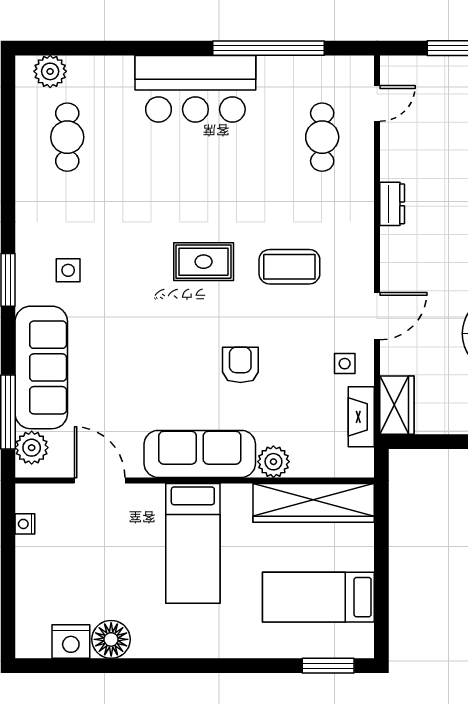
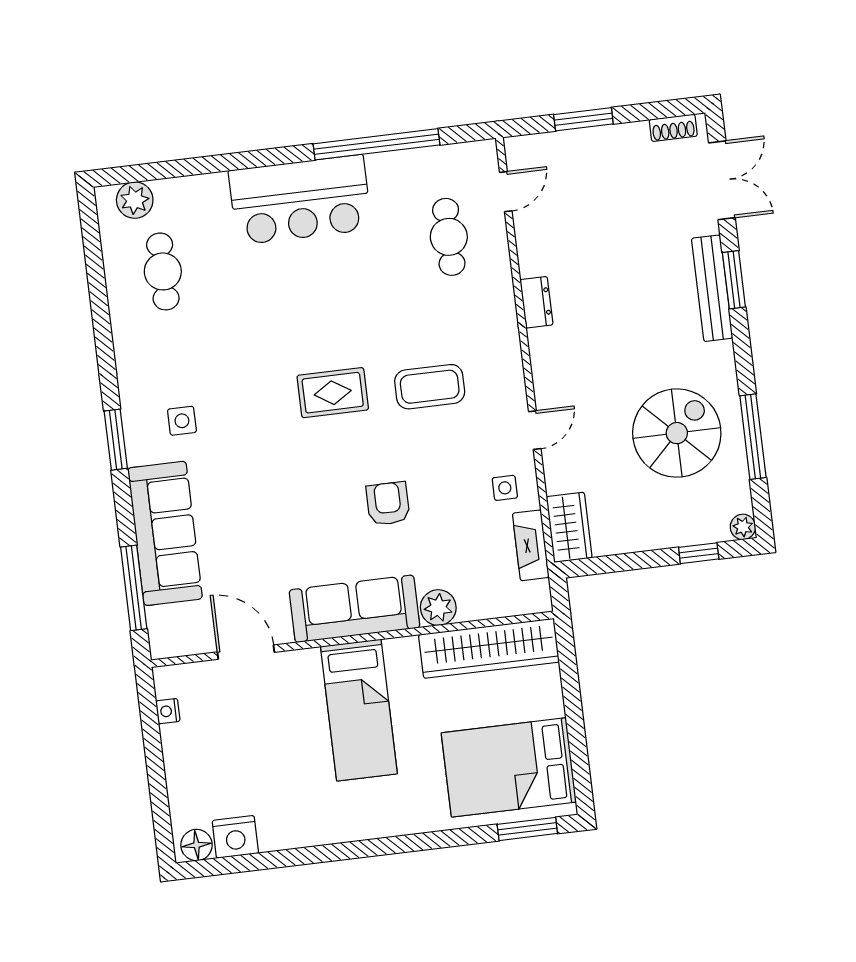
door: (377, 316) -> (535, 430), width x0.73
plant: (32, 448) -> (165, 625), removed
bed: (318, 597) -> (509, 767), width x1.50
floor lamp: (111, 639) -> (197, 845), moved, width x0.73, depth x0.73

